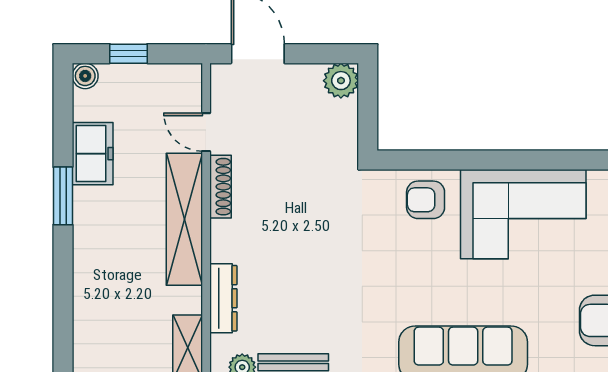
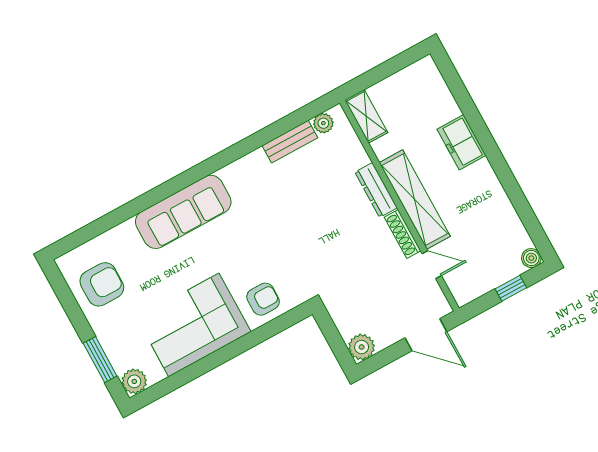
freezer: (93, 154) -> (462, 142), moved
window: (63, 196) -> (503, 171), removed
dresser: (223, 298) -> (376, 190), moved

